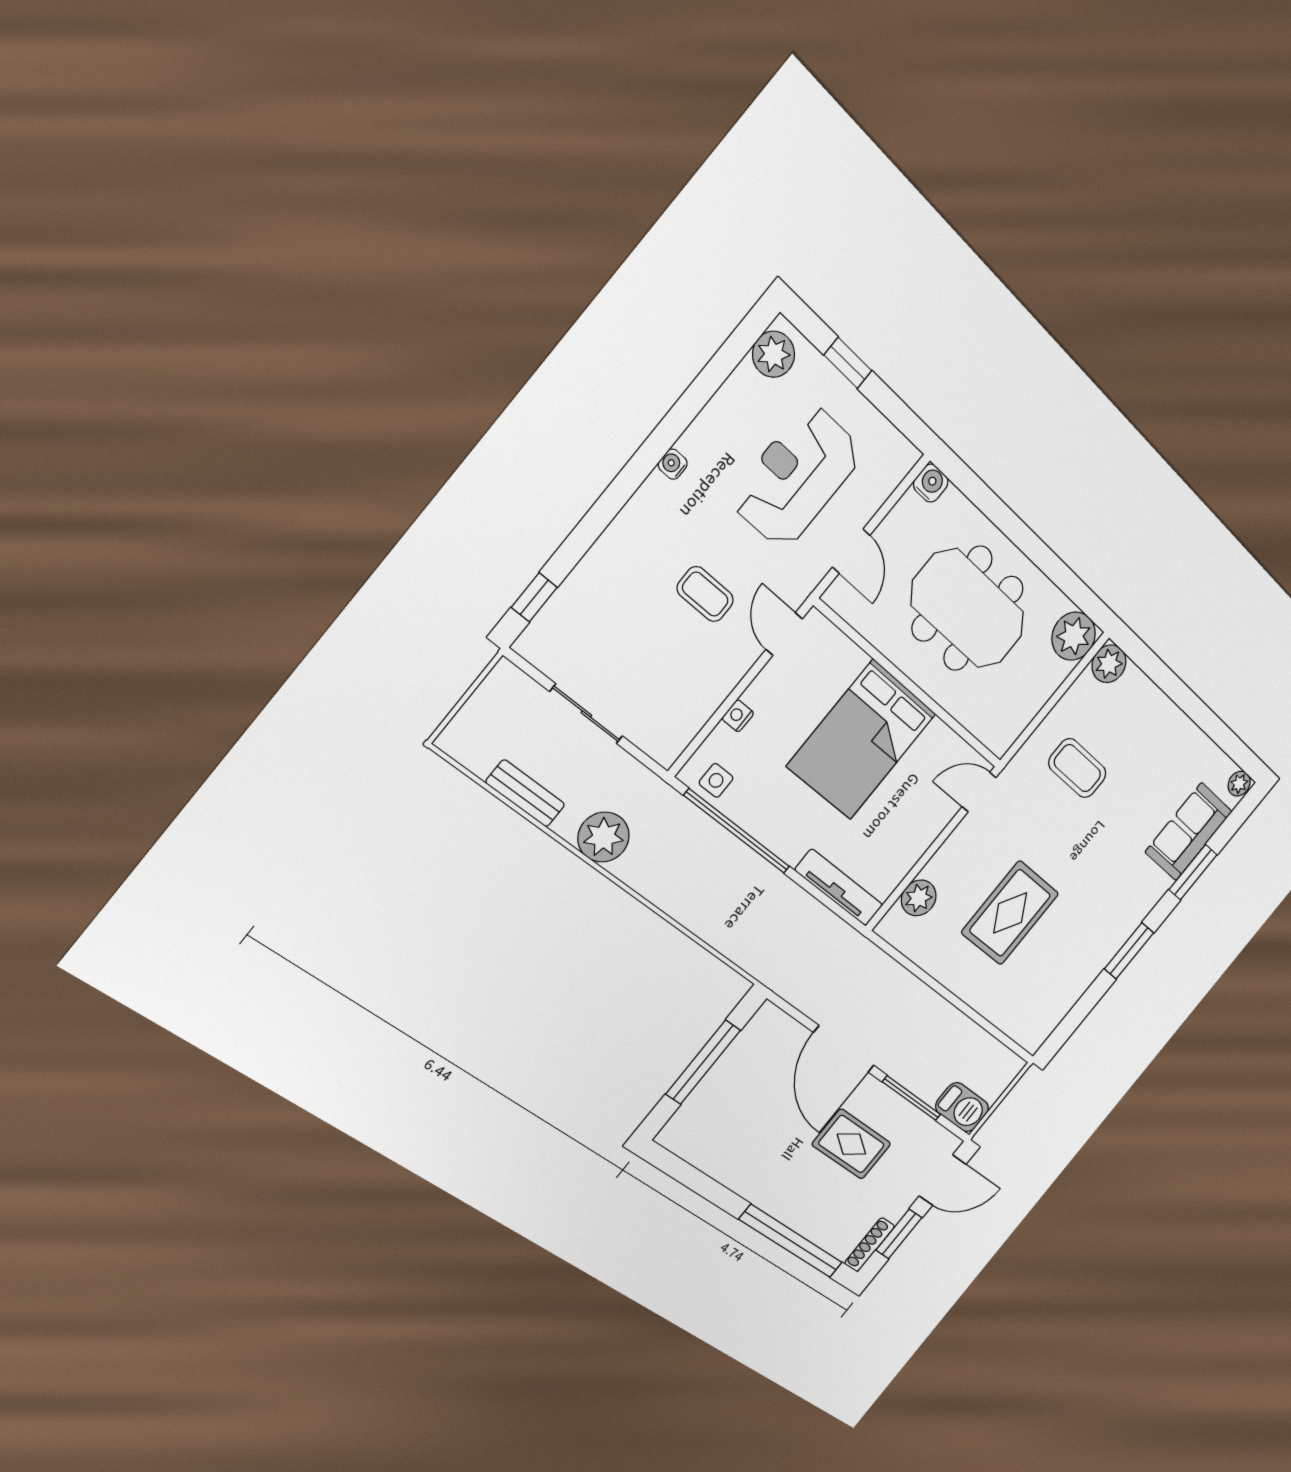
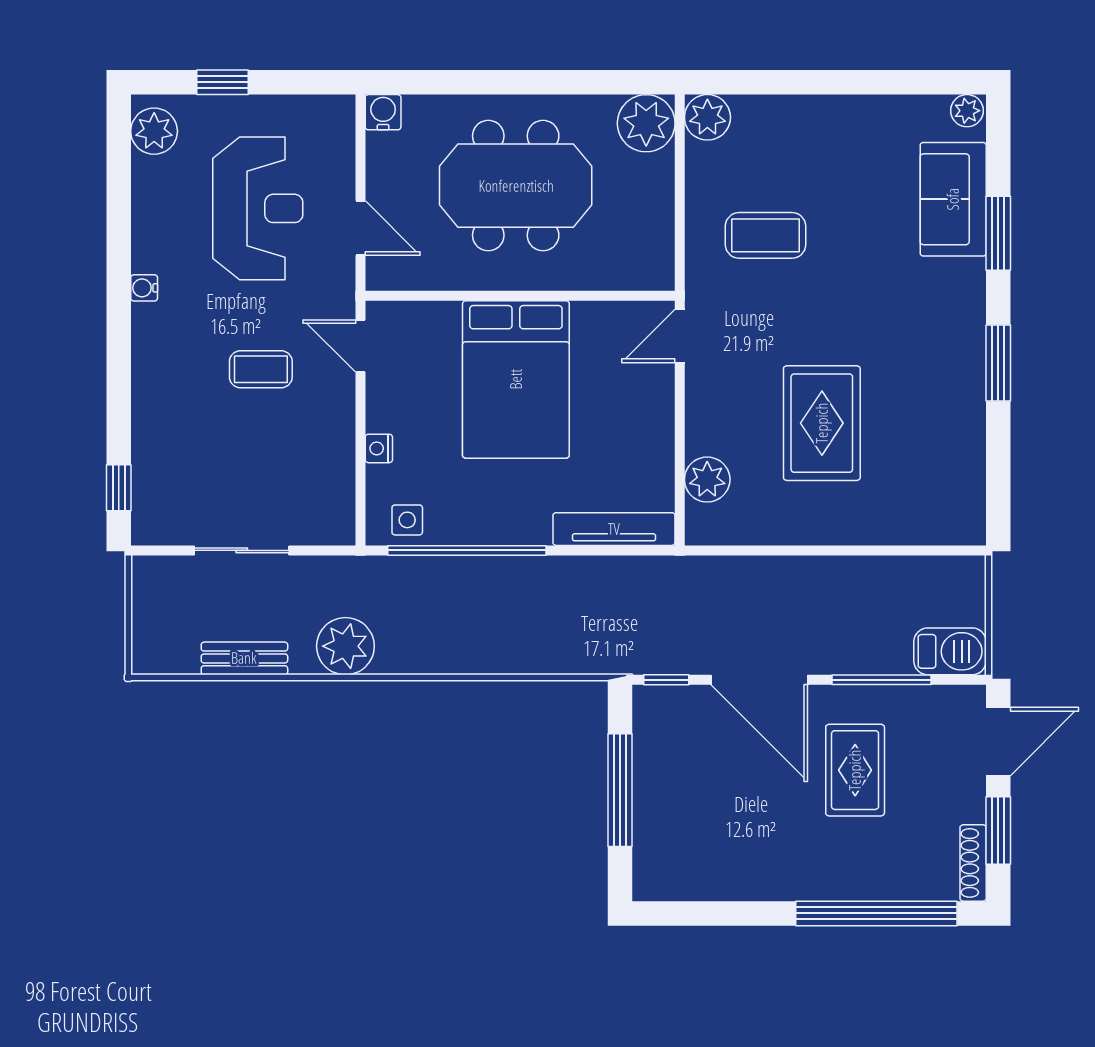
reception desk: (797, 476) -> (258, 208), turned 180
window: (790, 1010) -> (666, 680), added
rug: (851, 1144) -> (855, 770), turned 90

